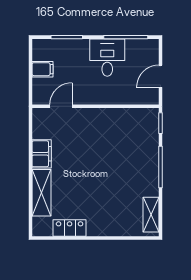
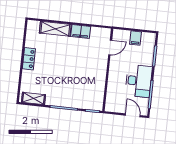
desk: (107, 58) -> (139, 81), width x1.37
door: (160, 76) -> (133, 115), moved
door: (61, 106) -> (110, 47), hinge flipped
locker: (70, 228) -> (29, 59), moved

